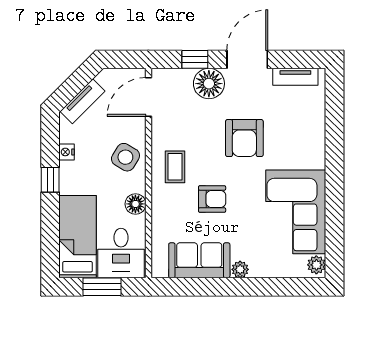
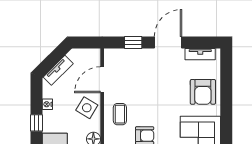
floor lamp: (209, 84) -> (142, 59), removed
door: (148, 97) -> (102, 80), moved
armchair: (244, 138) -> (203, 92), moved

